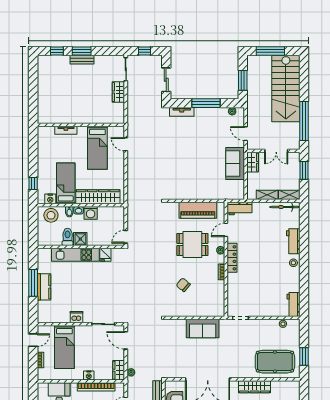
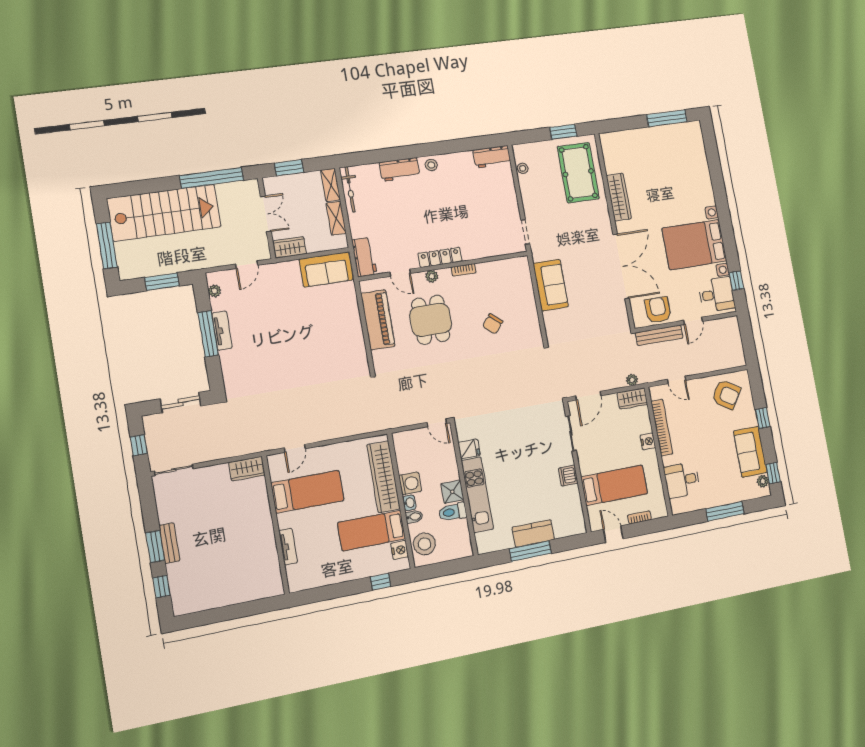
wardrobe: (118, 92) -> (247, 469), moved
tv unit: (182, 112) -> (222, 331), moved
sofa: (235, 164) -> (326, 269), moved

